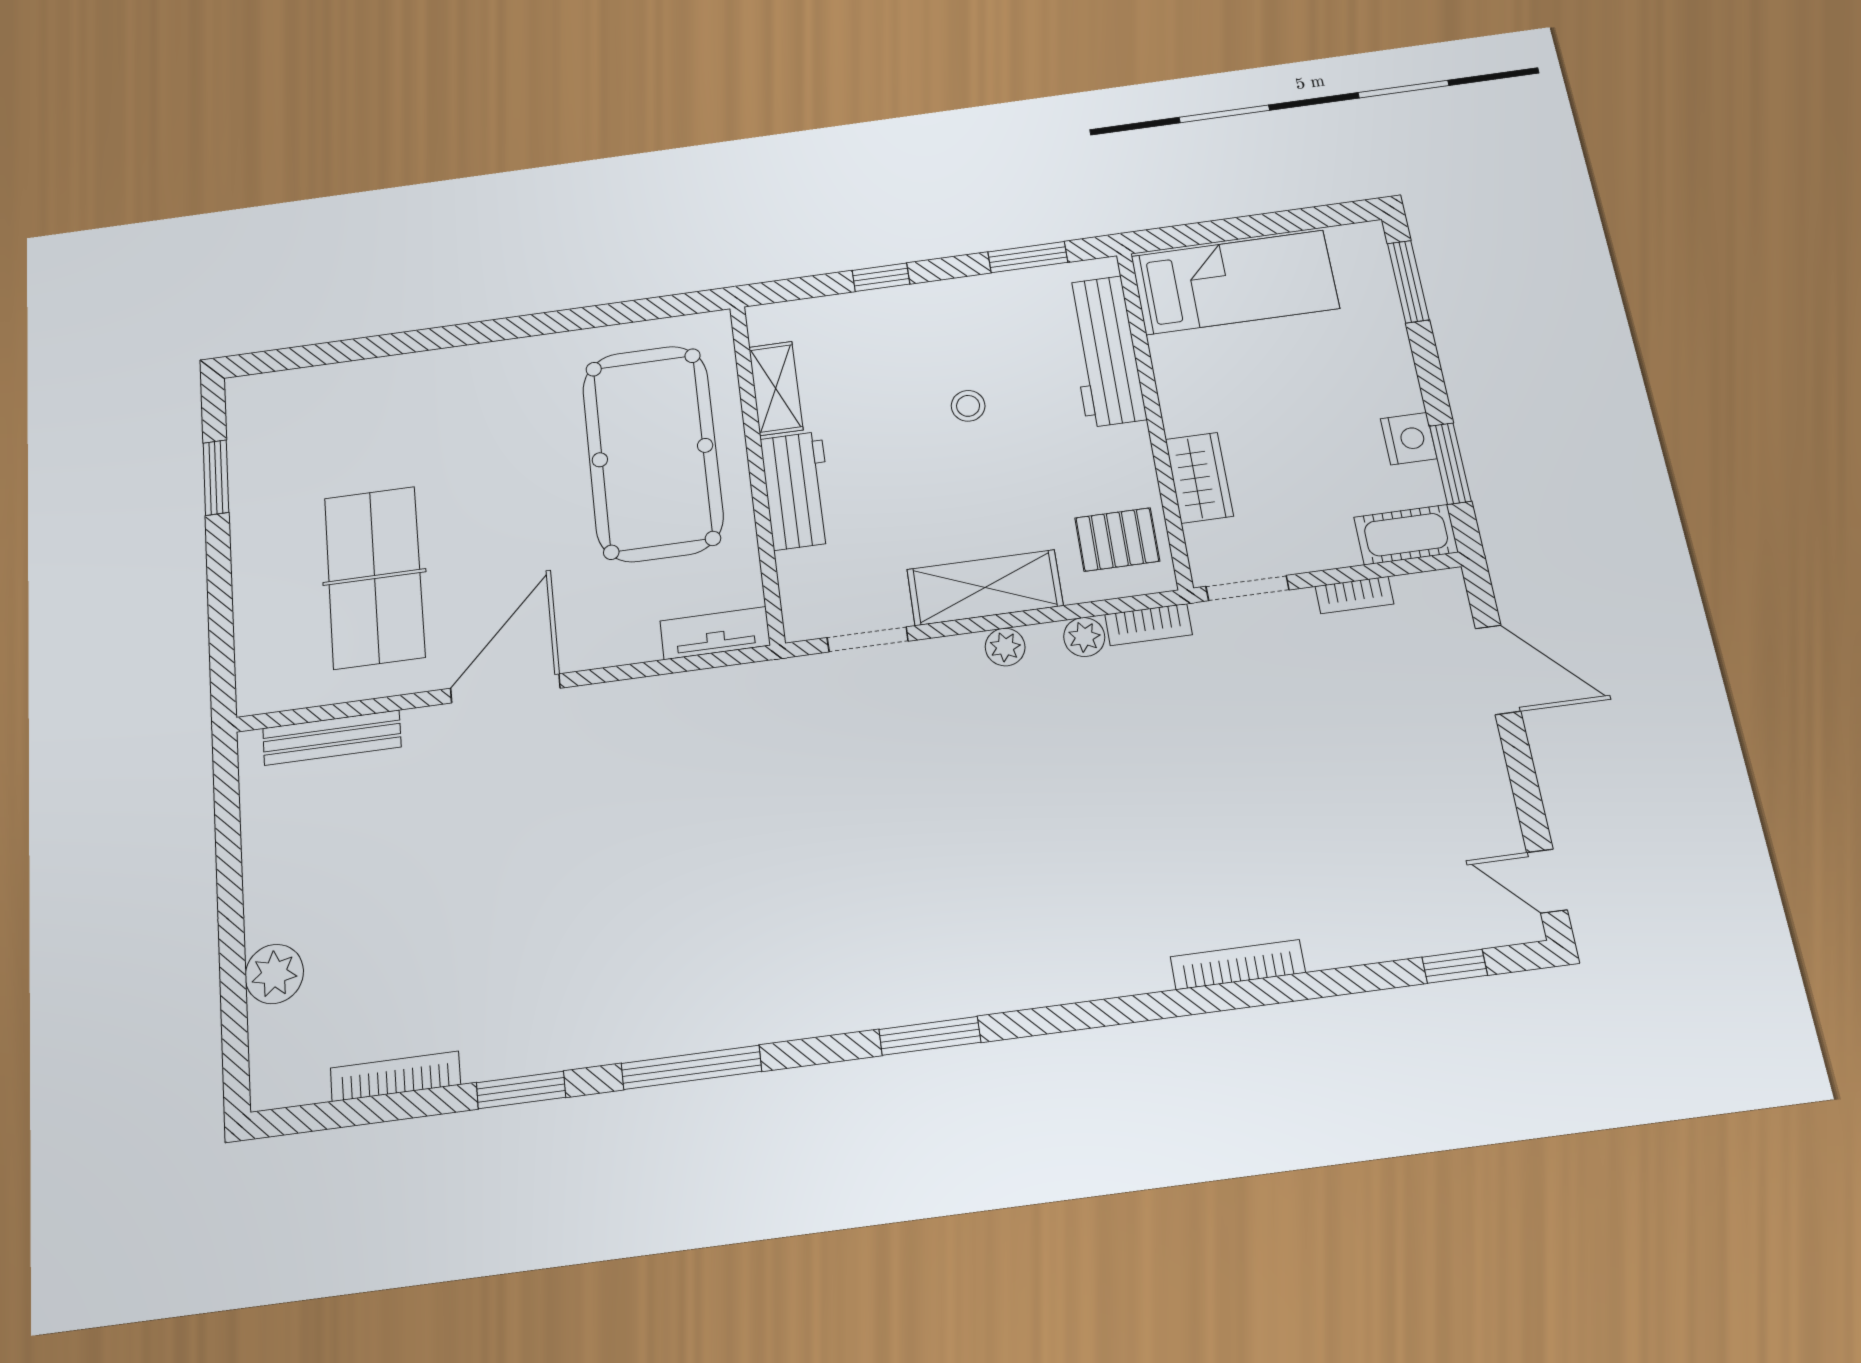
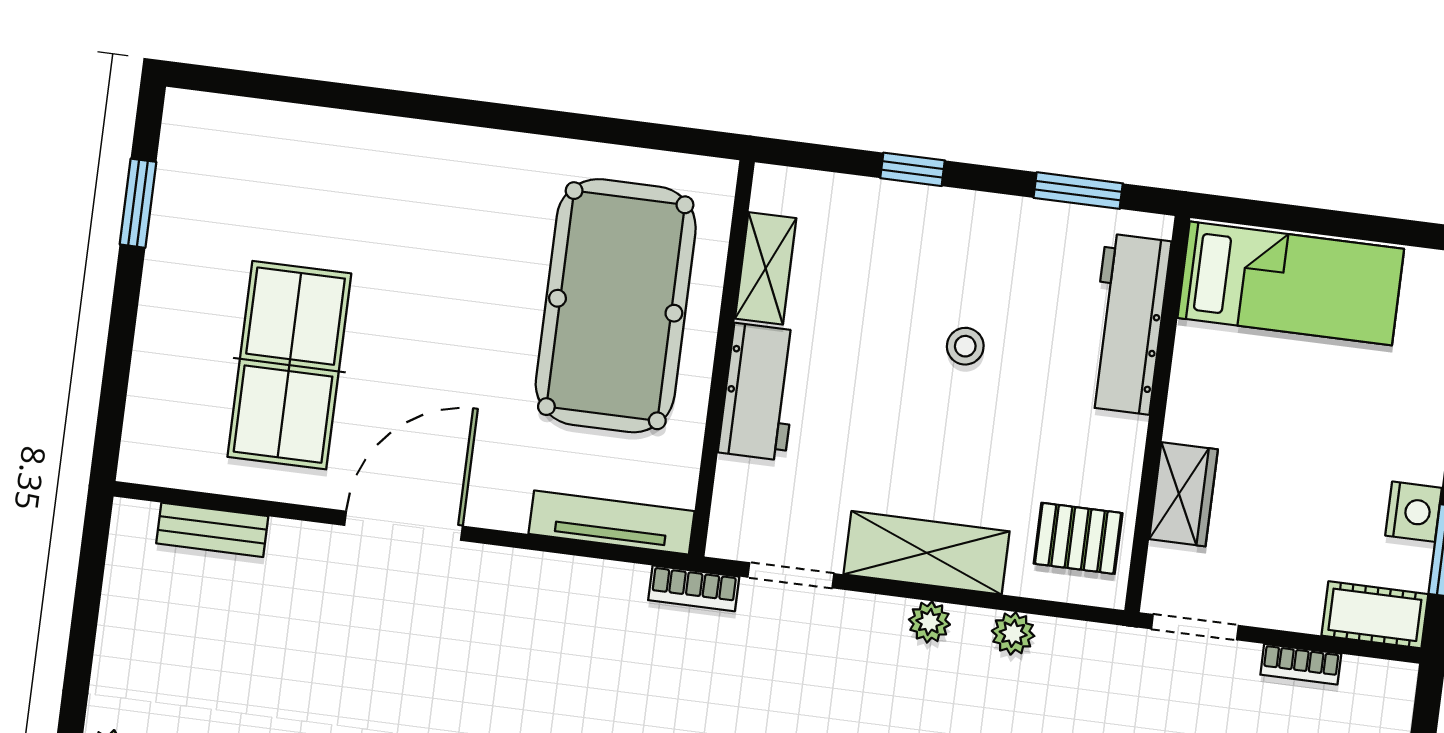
bookcase: (1149, 625) -> (694, 588), moved
tv unit: (715, 633) -> (612, 522), width x1.41
bench: (332, 738) -> (212, 530), width x0.73

